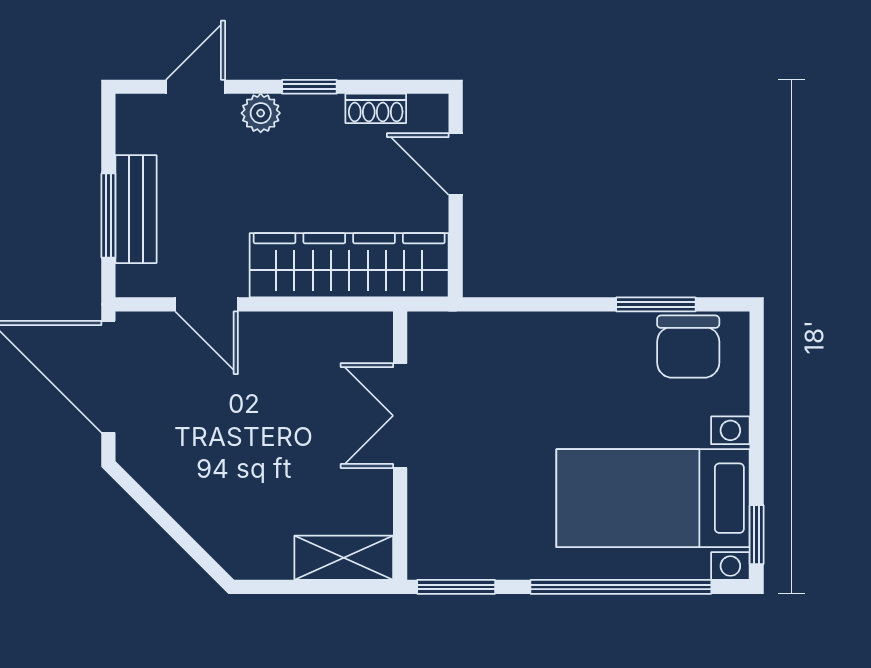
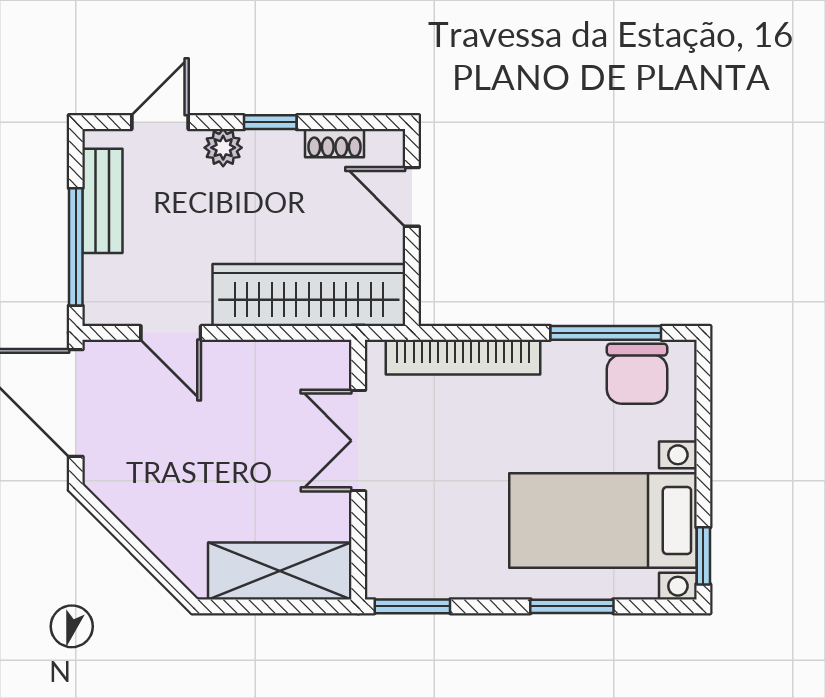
bench: (136, 209) -> (102, 201), moved
window: (108, 216) -> (76, 247), width x1.44
window: (656, 304) -> (606, 333), width x1.44
bookcase: (508, 329) -> (463, 357), added
shelving: (344, 558) -> (280, 571), width x1.50, depth x1.33
window: (621, 587) -> (572, 606), width x0.47

